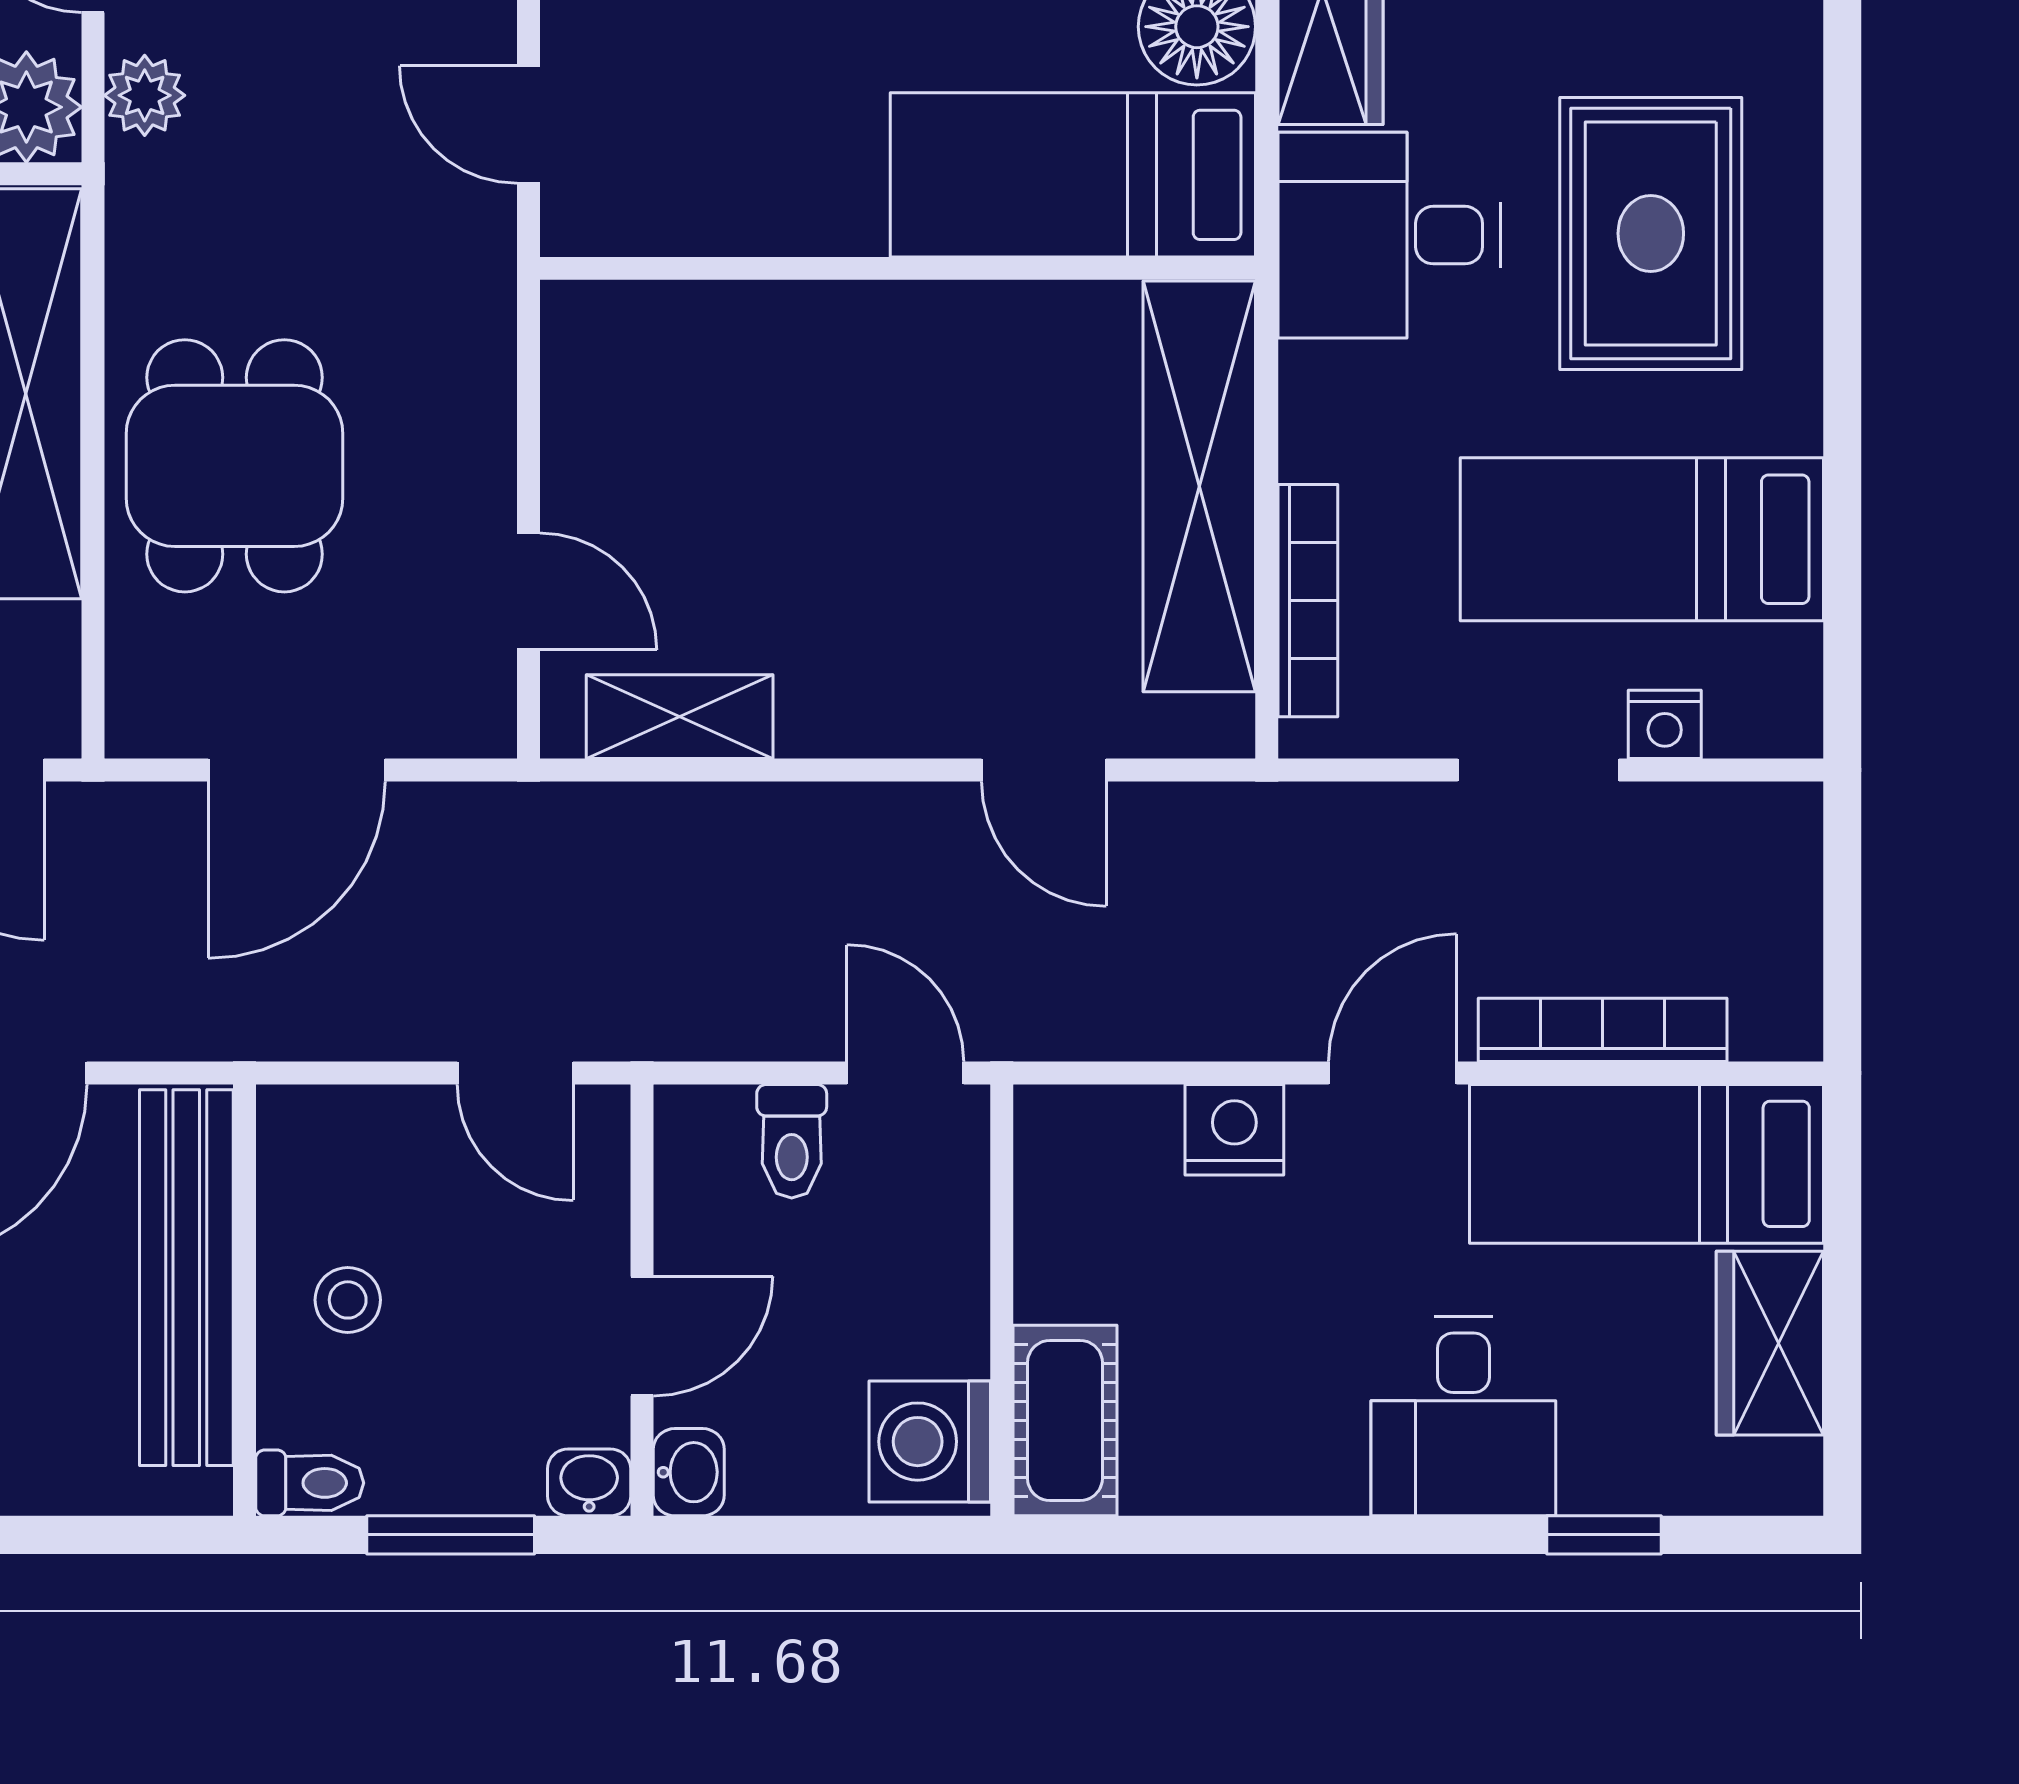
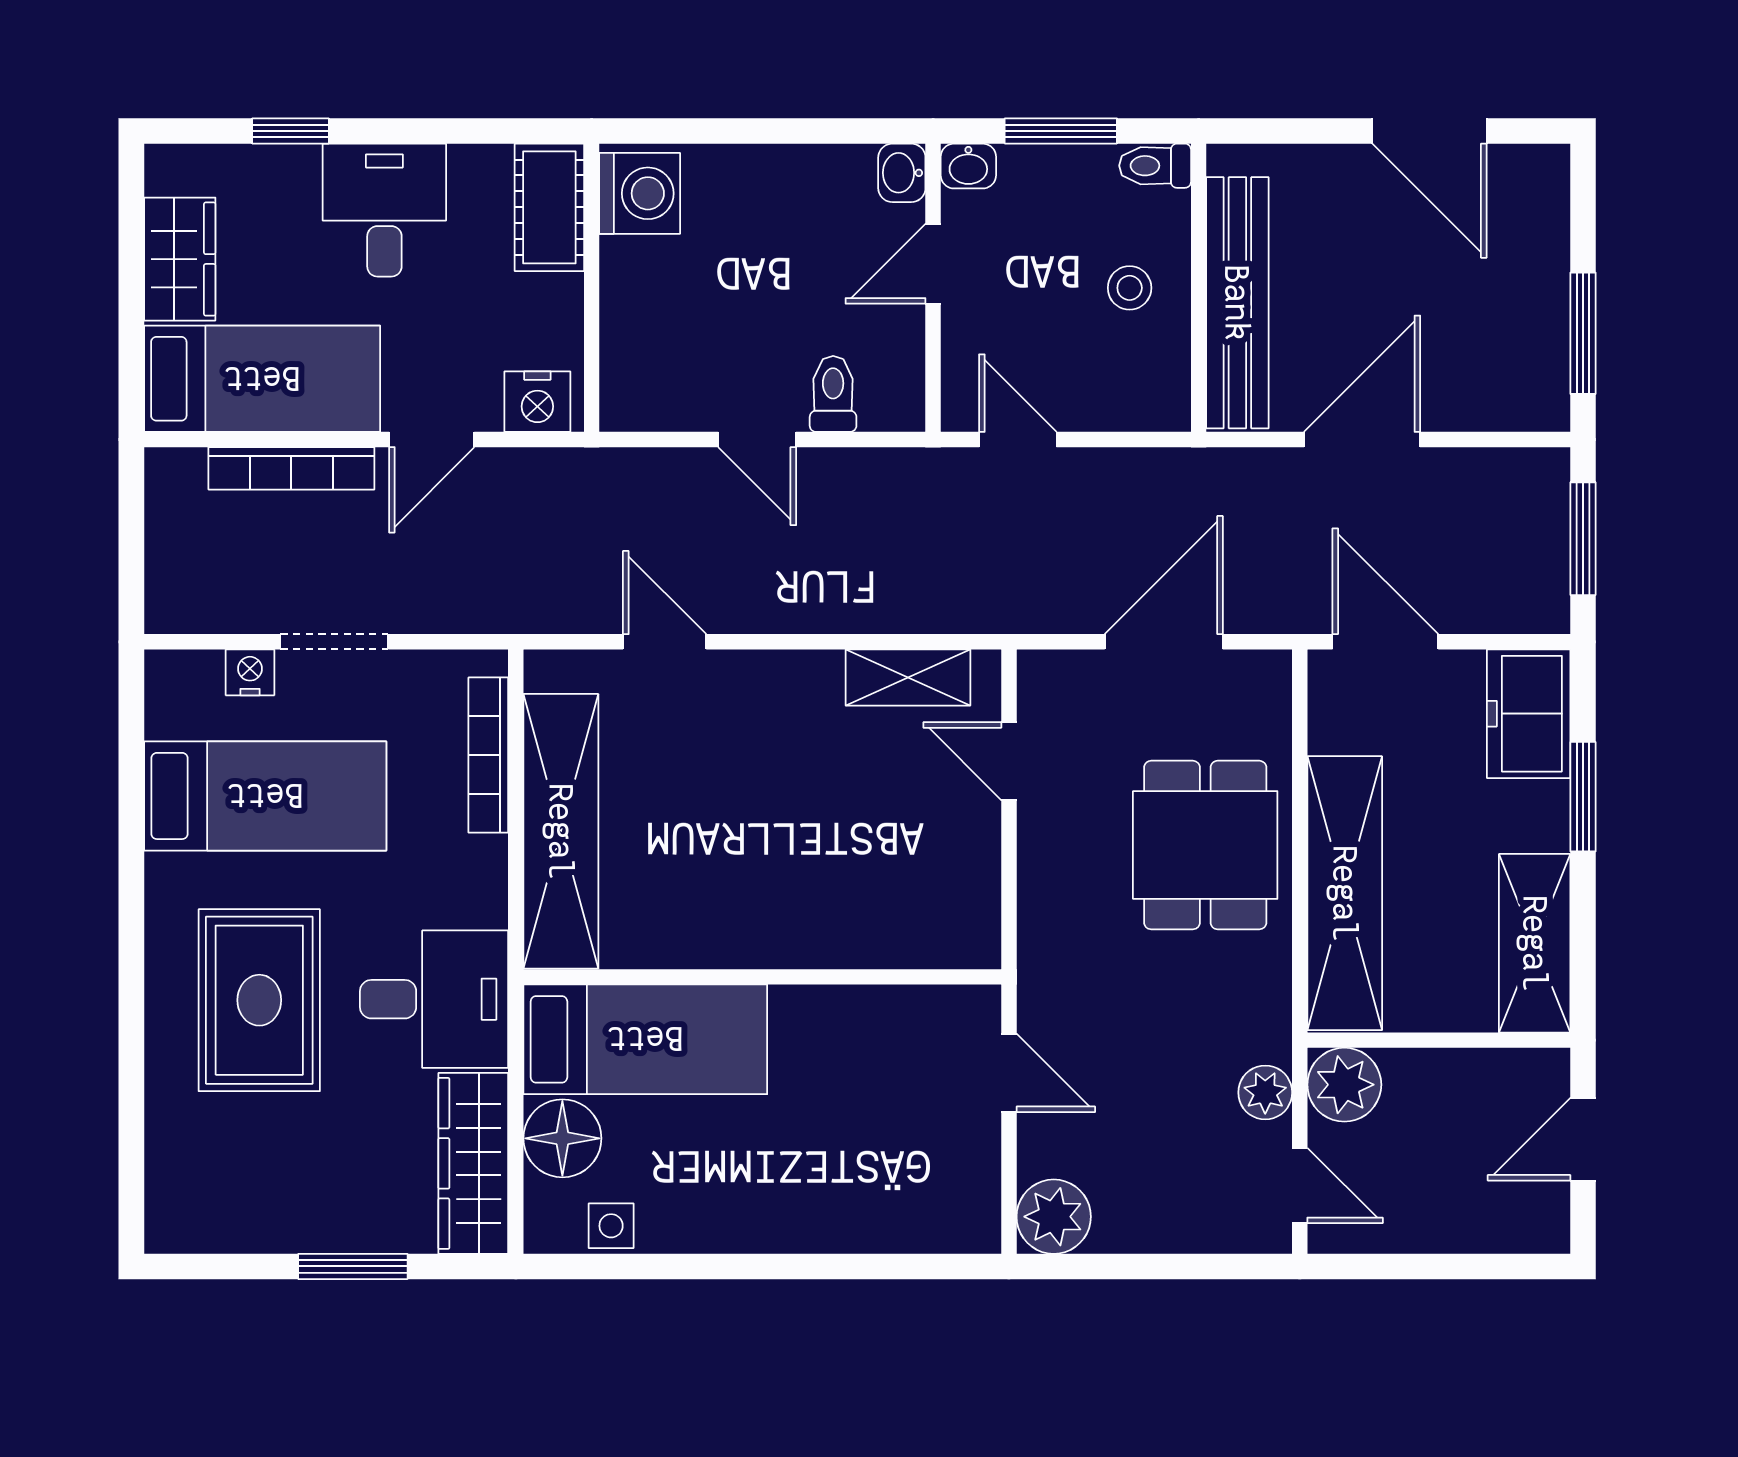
wall: (1002, 1300) -> (592, 288), moved
cot: (1065, 1421) -> (549, 207), moved
washing machine: (930, 1442) -> (640, 193), moved

